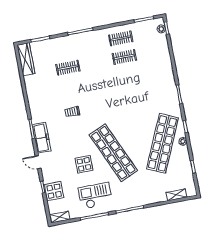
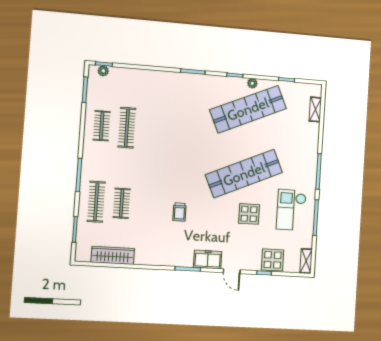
clothes rail: (64, 49) -> (96, 202), added
clothes rail: (124, 57) -> (127, 128), width x1.36
wardrobe: (26, 59) -> (113, 255), moved
freezer: (42, 138) -> (208, 259), width x0.71
shop shelf: (162, 143) -> (248, 109), turned -48
door: (38, 162) -> (232, 271), hinge flipped

